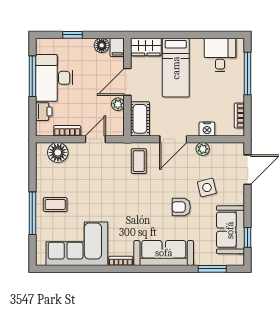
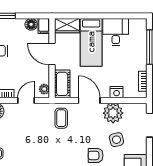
desk: (220, 55) -> (116, 32), moved
door: (127, 82) -> (52, 54), hinge flipped
plant: (118, 104) -> (44, 89), moved
door: (173, 139) -> (89, 100), swing flipped
plant: (203, 149) -> (113, 113), width x1.88, depth x1.88

